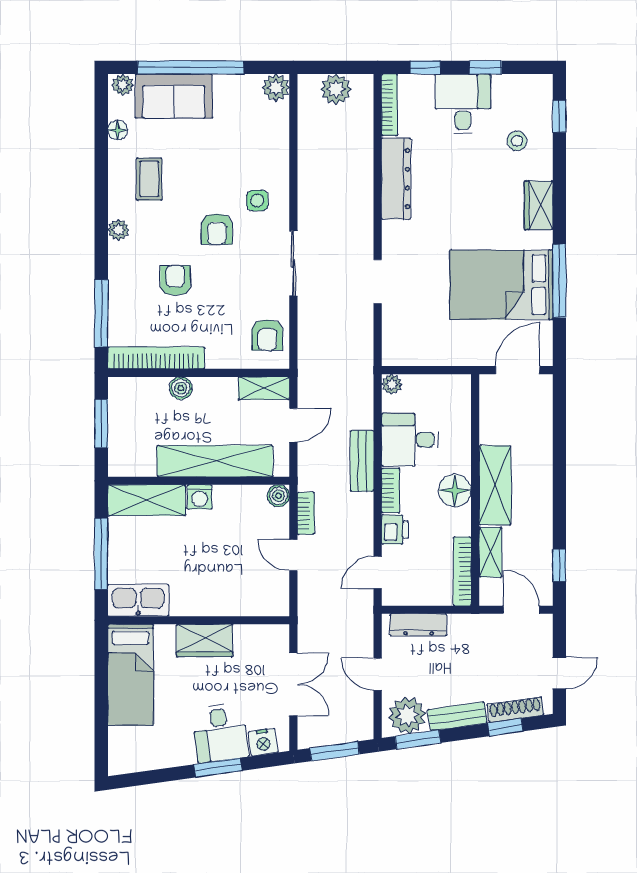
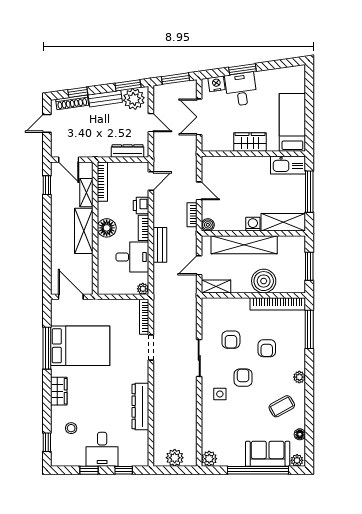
bookcase: (390, 105) -> (144, 317), moved
coffee table: (149, 179) -> (282, 406), turned 61
armchair: (267, 335) -> (231, 340), moved, turned 180
door: (518, 370) -> (71, 297), swing flipped
boiler: (181, 388) -> (264, 281), width x1.86, depth x1.86

